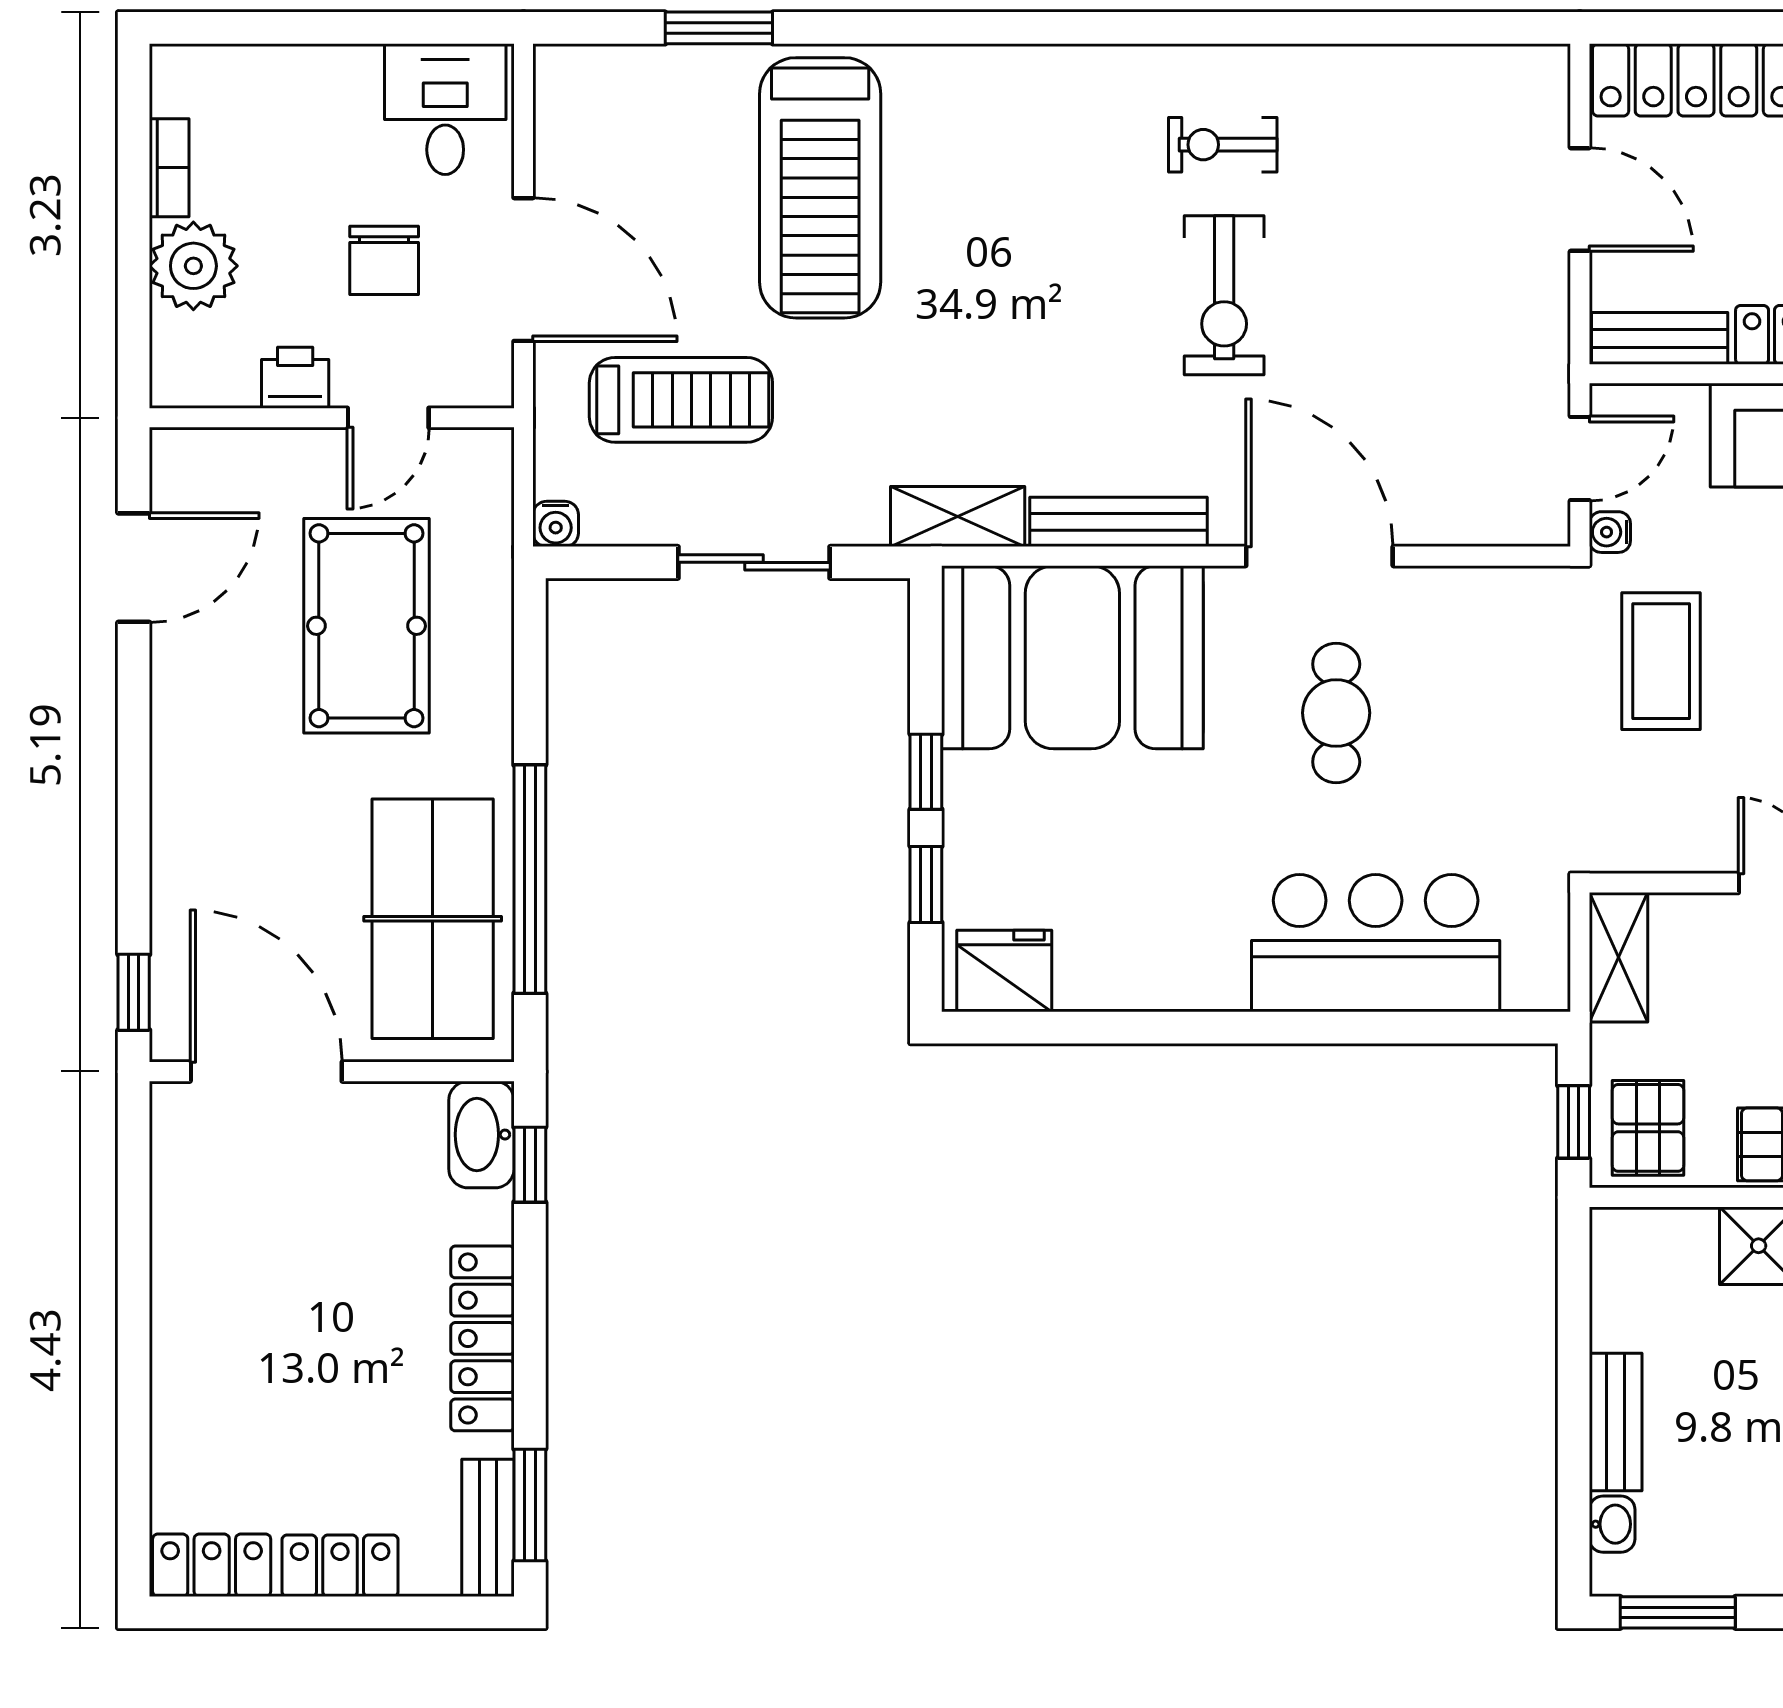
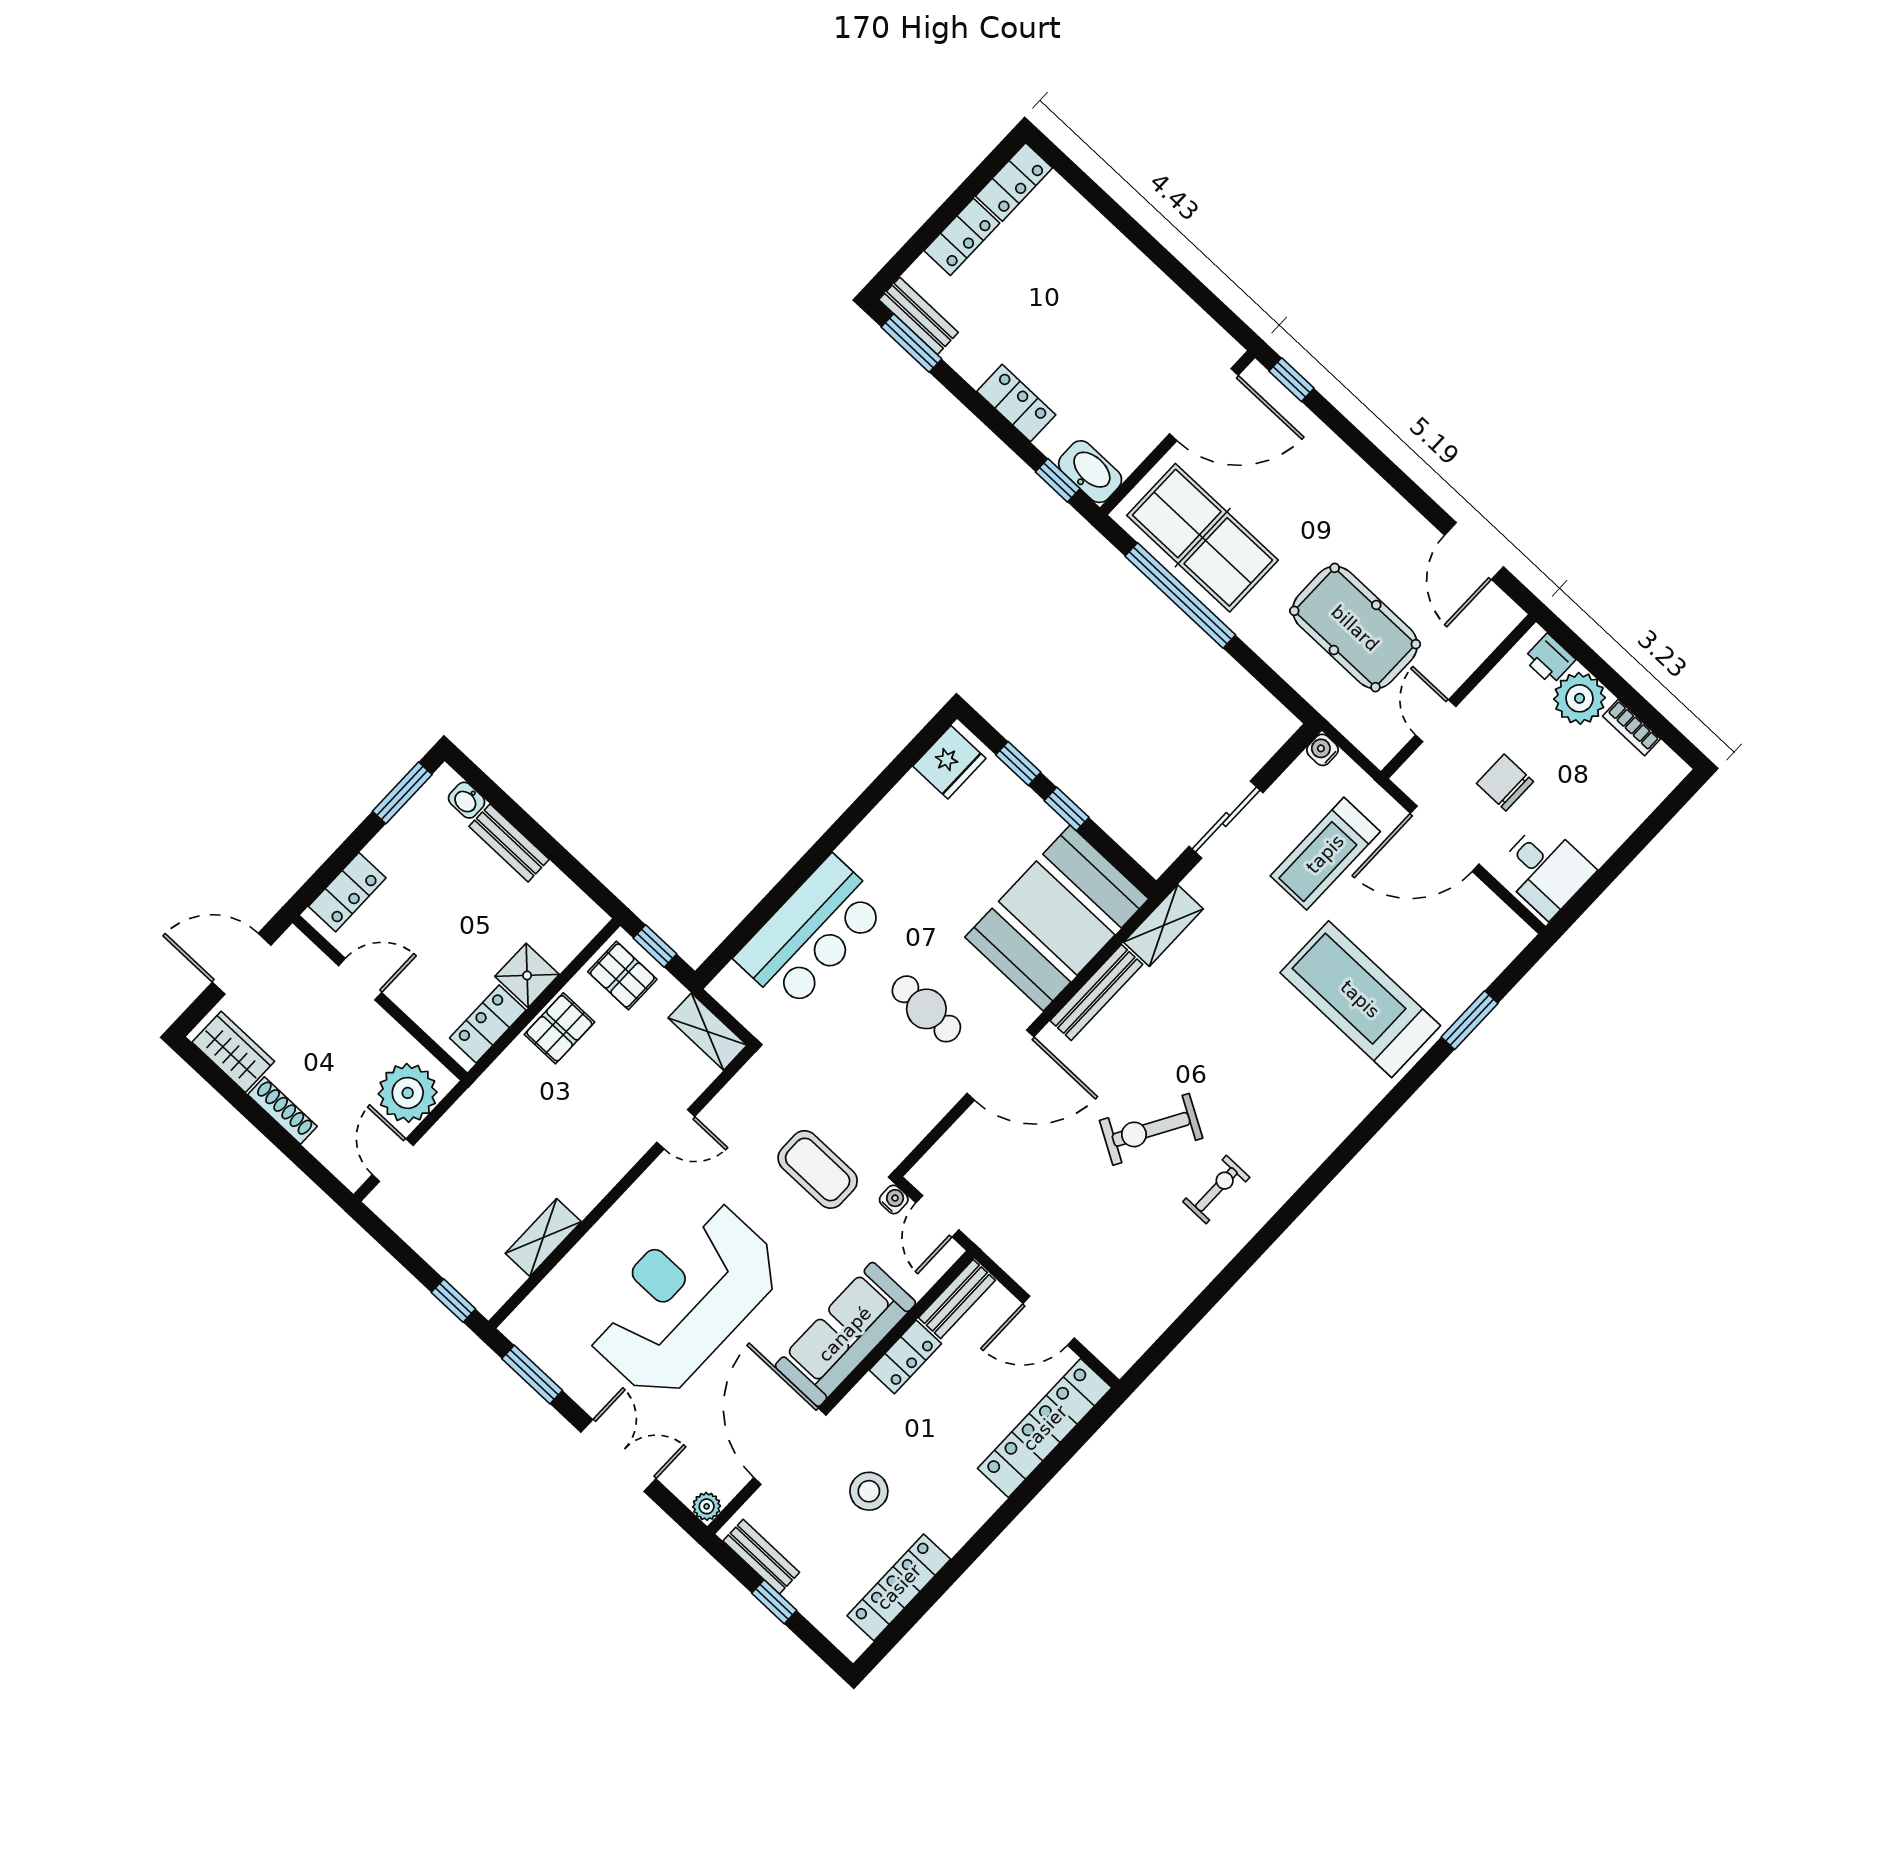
exercise bike: (1224, 295) -> (1151, 1129), turned -60
printer: (295, 378) -> (1549, 659), moved, turned 90
locker: (482, 1338) -> (1016, 403), width x0.66

